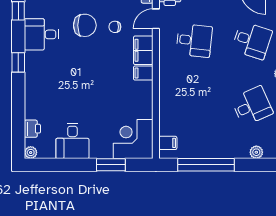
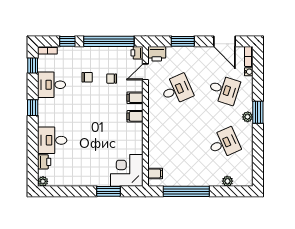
chair: (85, 25) -> (87, 77), width x0.54, depth x0.54
desk: (194, 40) -> (177, 90), turned -30
filing cabinet: (143, 50) -> (135, 98), width x0.50
desk: (72, 141) -> (52, 140), moved, turned 90

